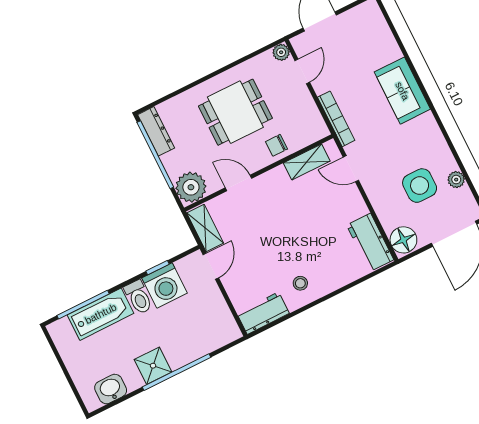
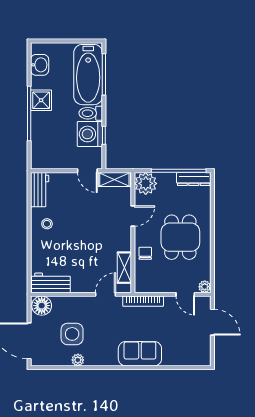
plant: (456, 180) -> (78, 360), moved
bathtub: (101, 314) -> (88, 75), width x1.36, depth x1.36

